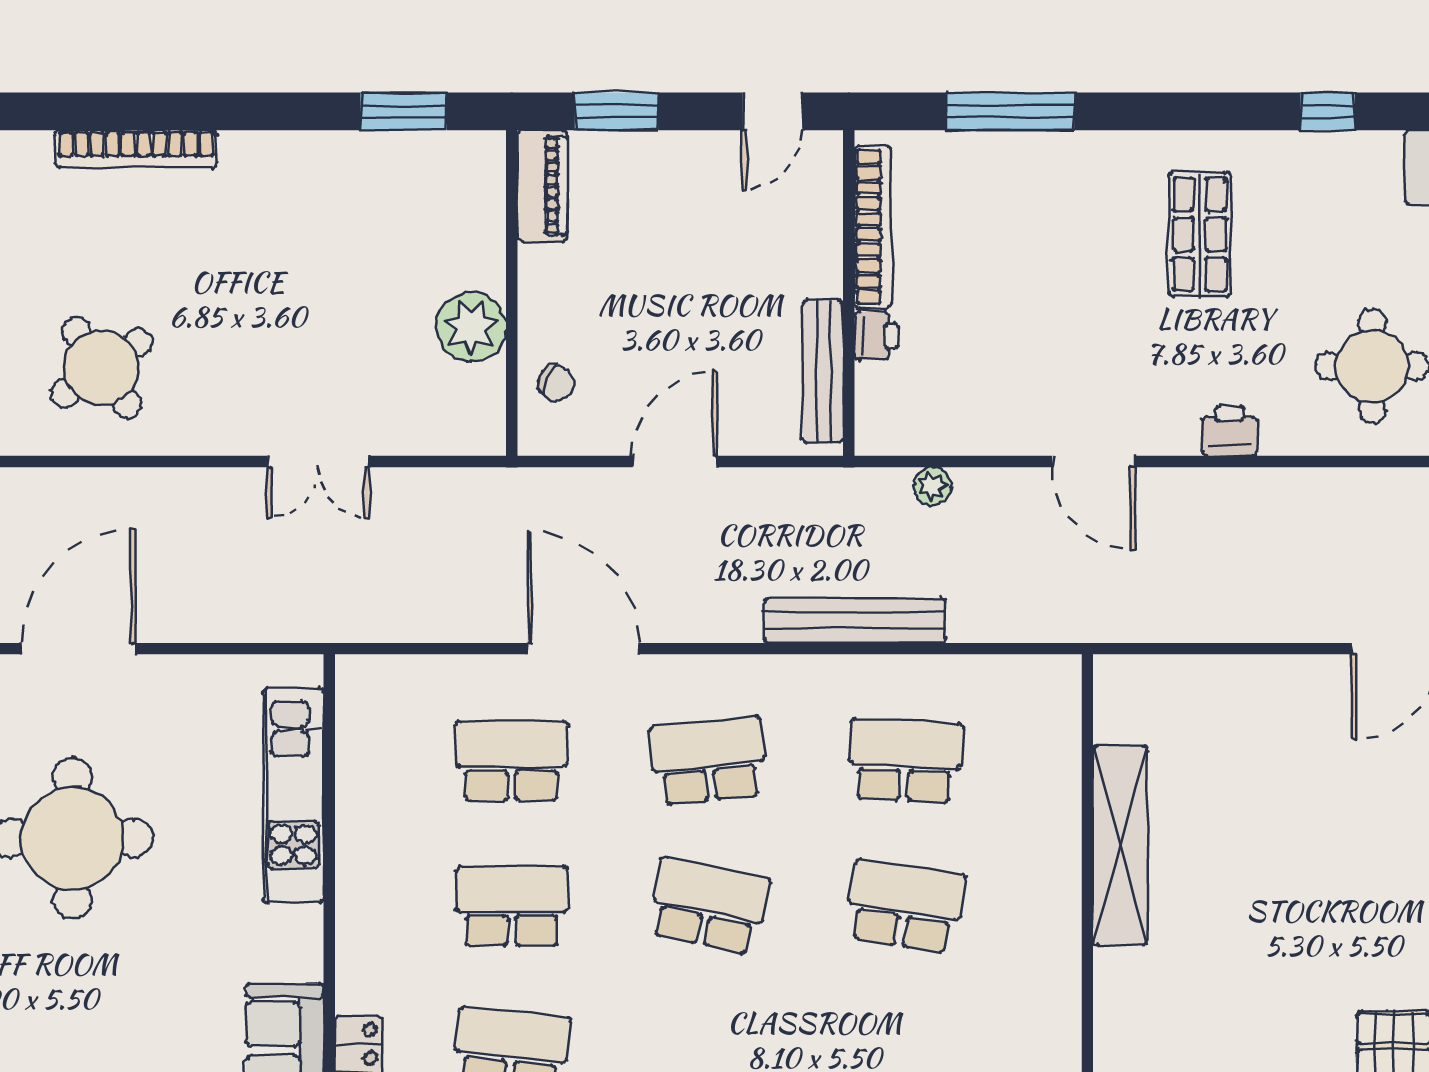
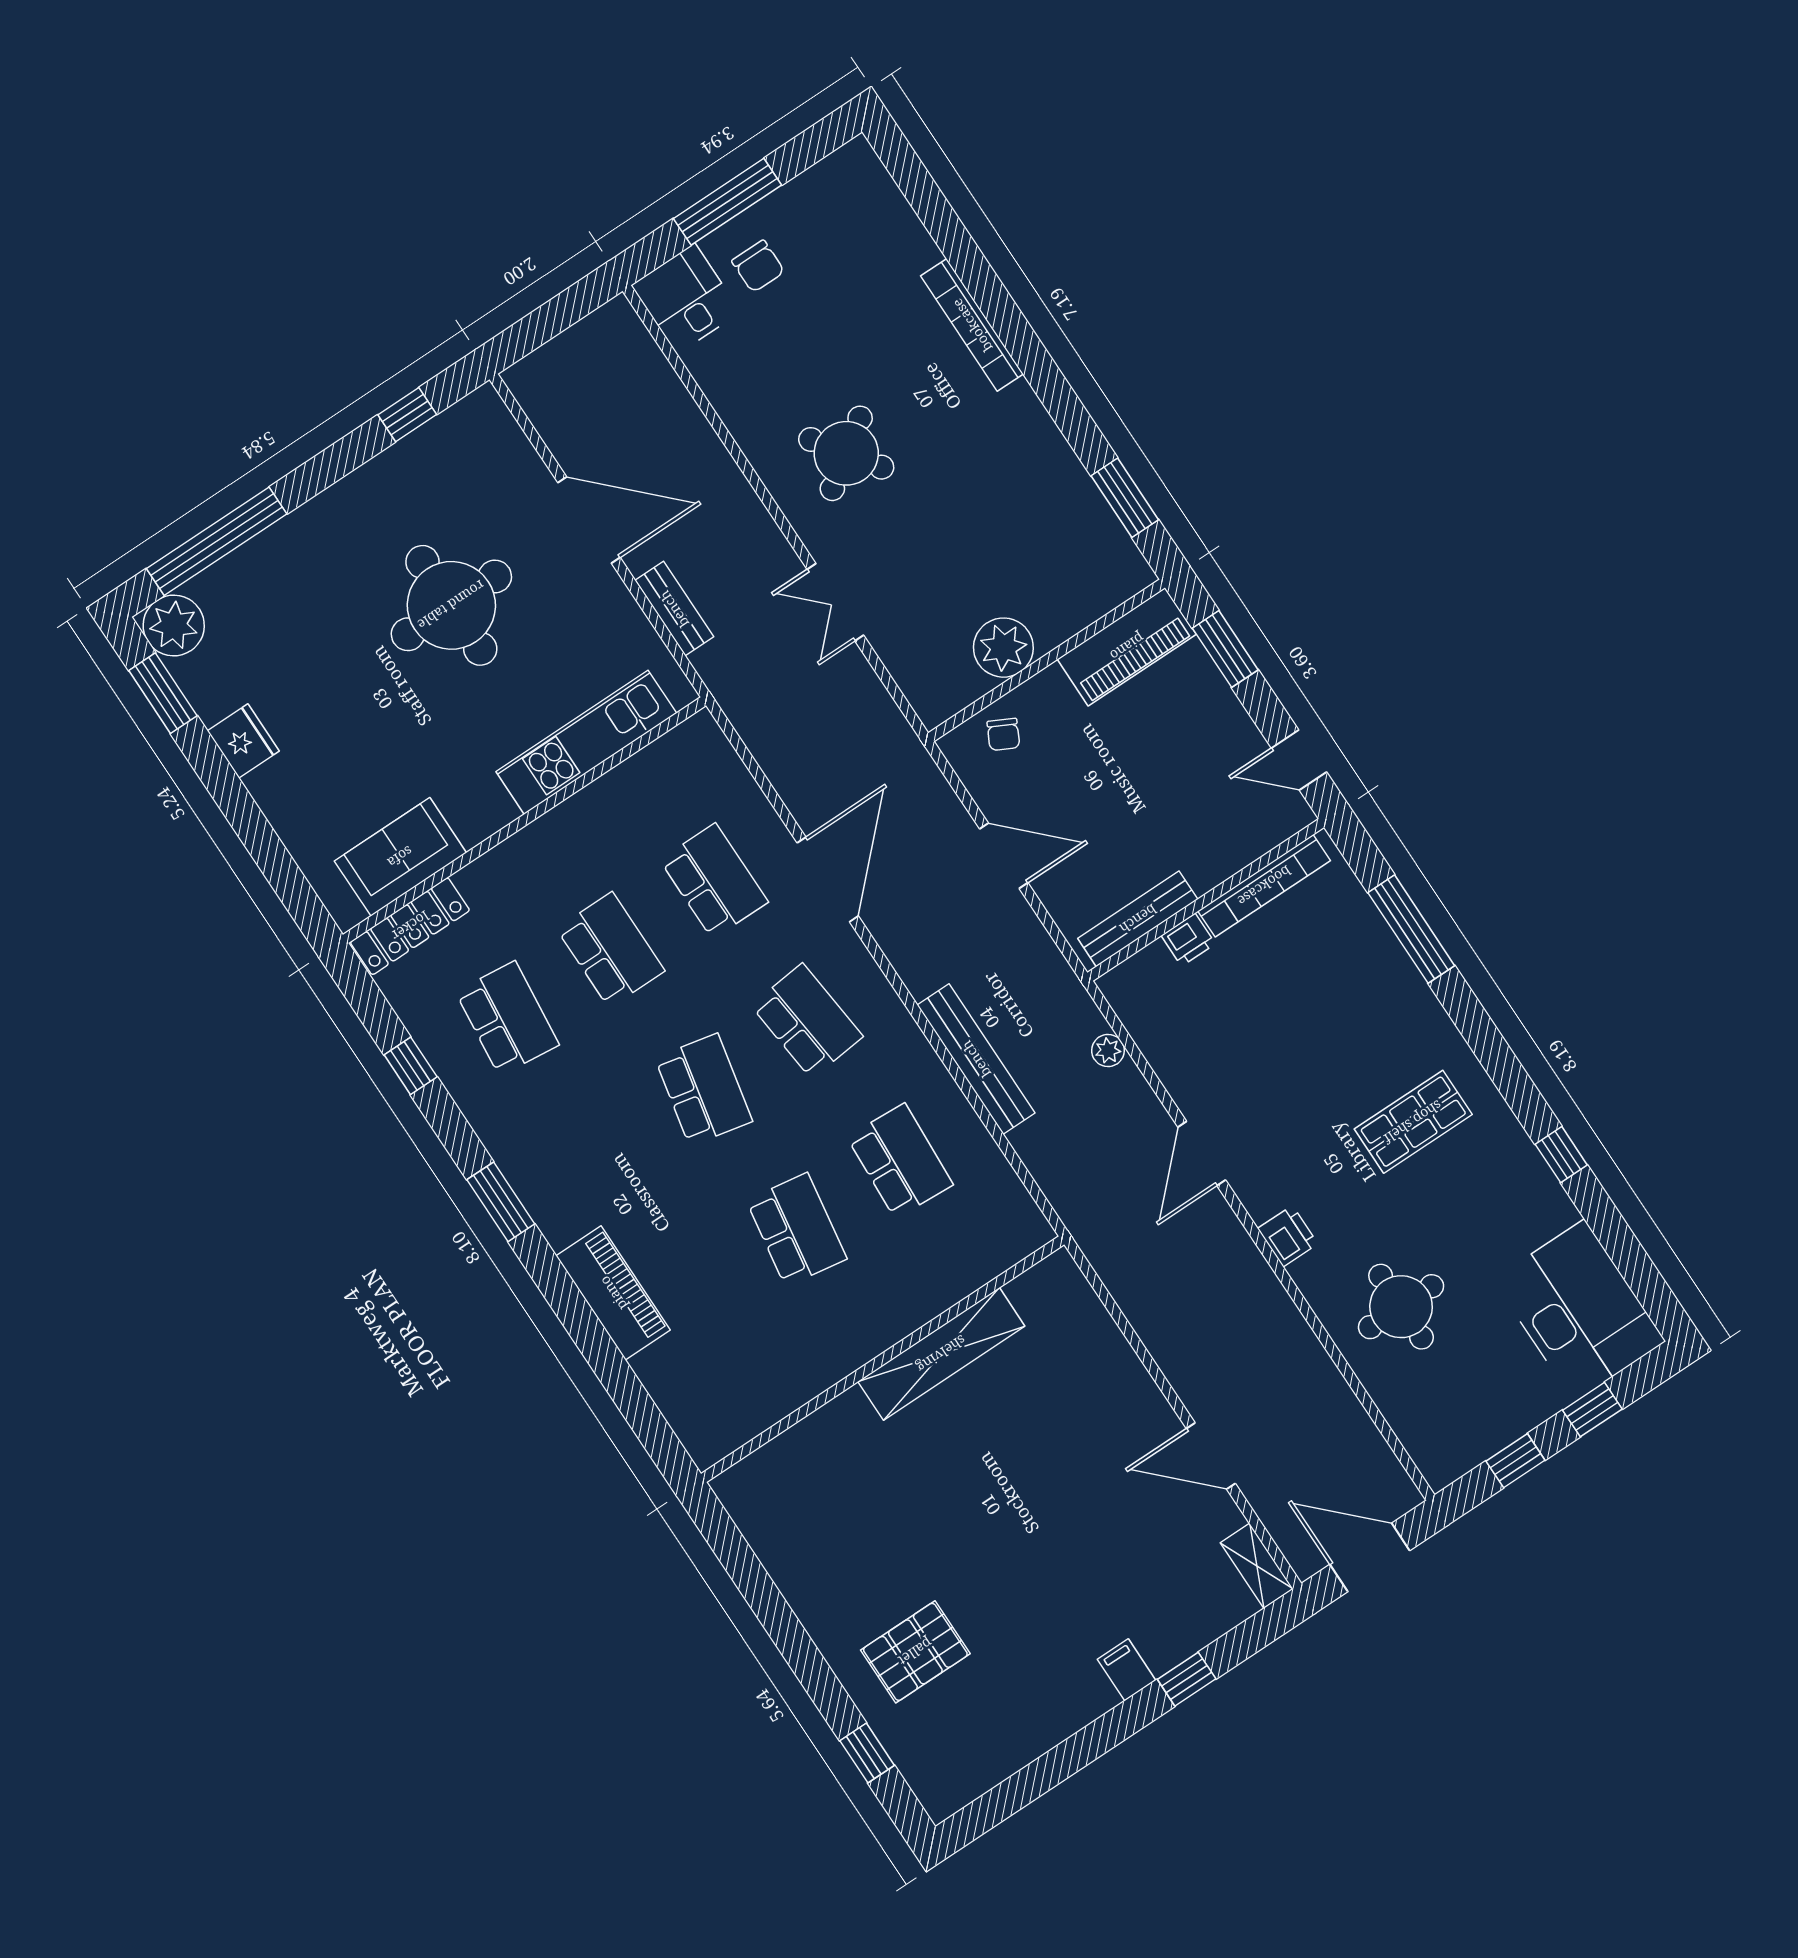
piano: (542, 186) -> (1127, 647), width x1.37, depth x1.33
round table: (102, 368) -> (846, 453), moved
bench: (220, 623) -> (674, 609), added

